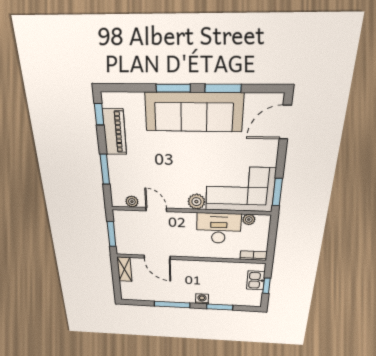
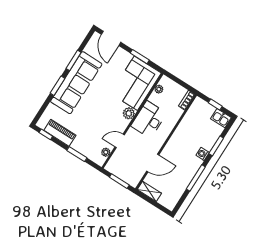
window: (277, 192) -> (140, 57), moved
desk: (219, 228) -> (149, 120), moved
kitchen sink: (256, 280) -> (221, 118), moved

